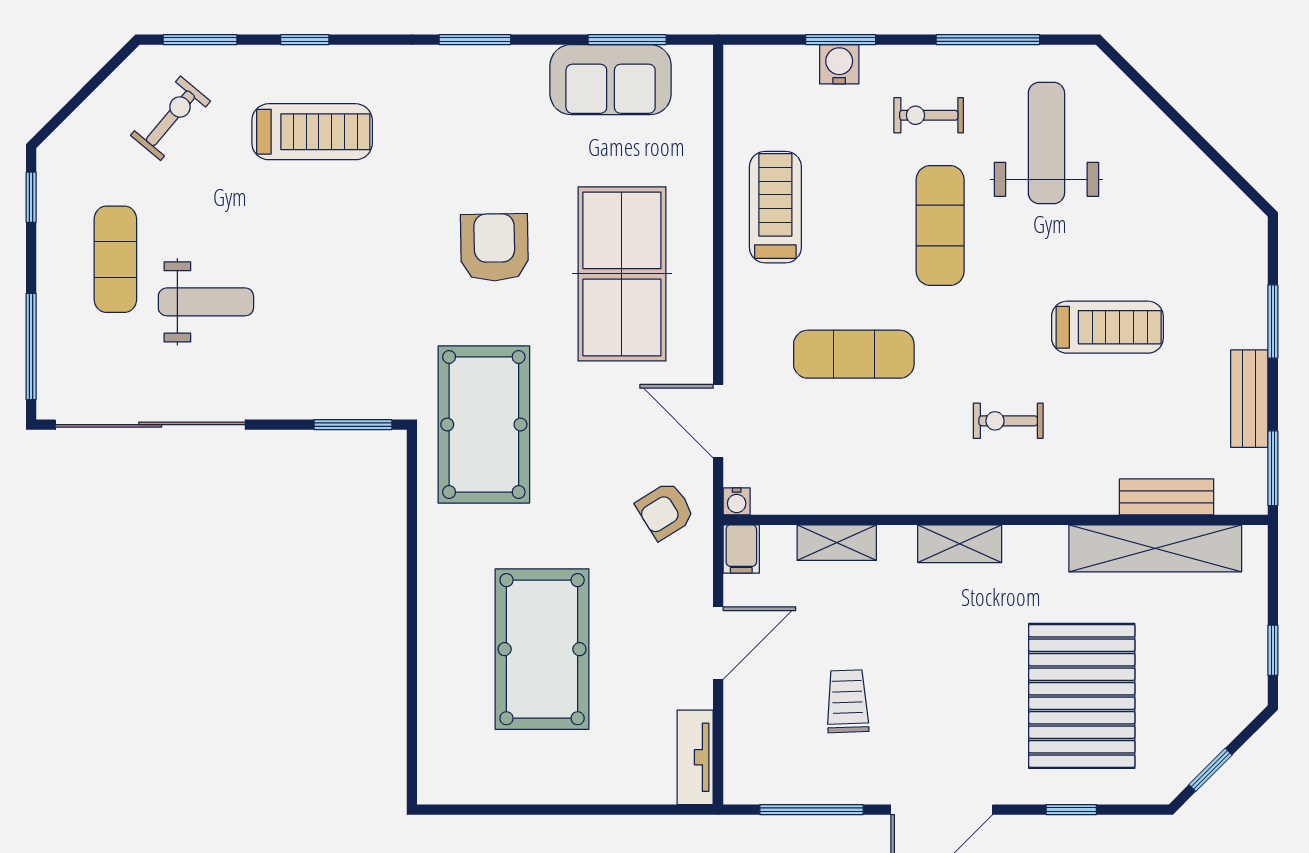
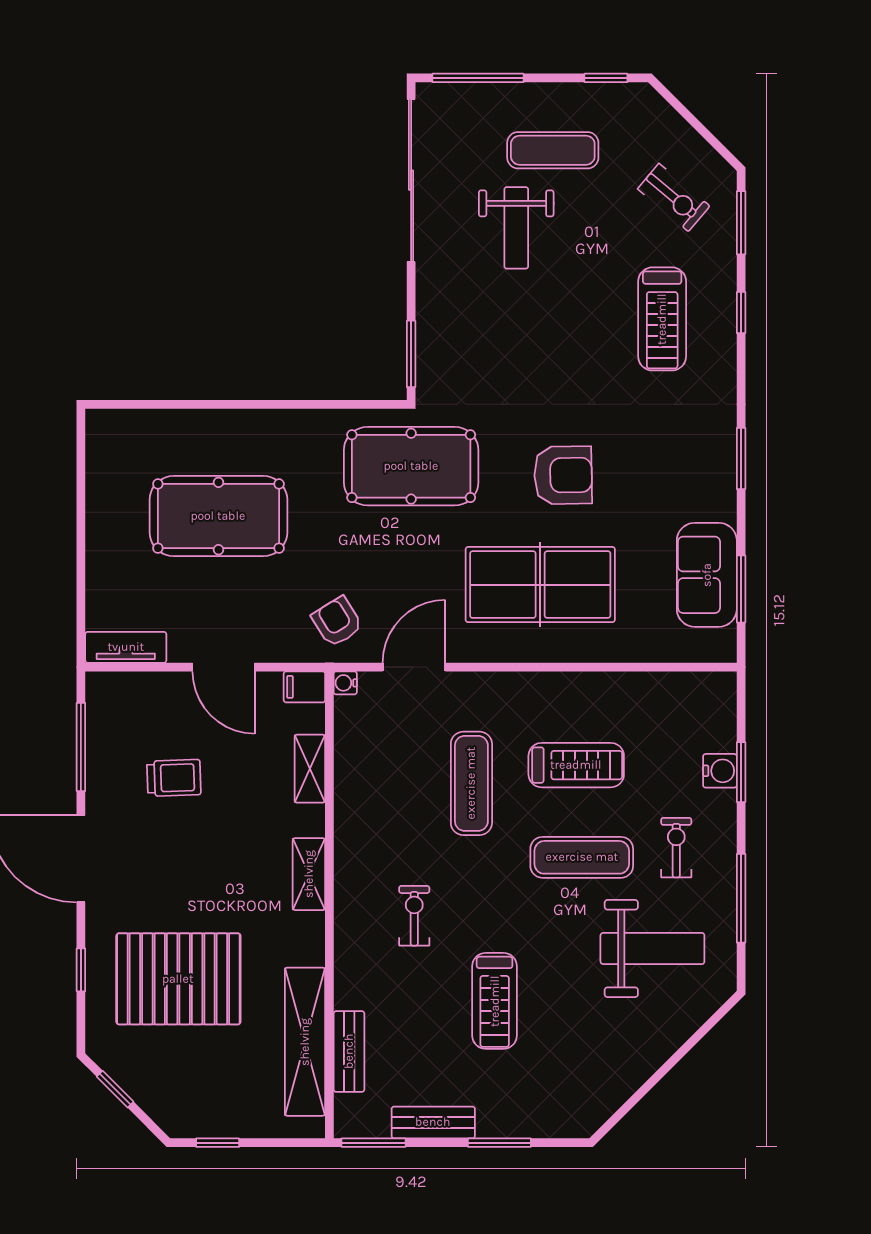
treadmill: (775, 207) -> (576, 765), moved

